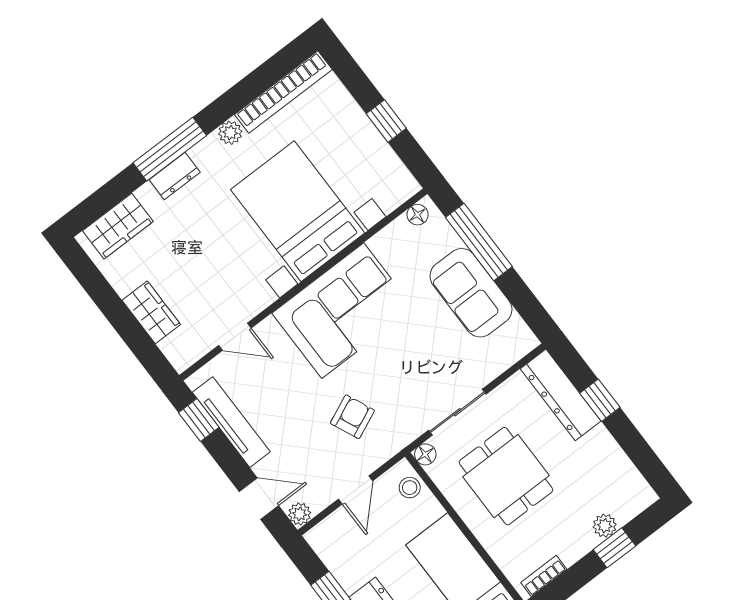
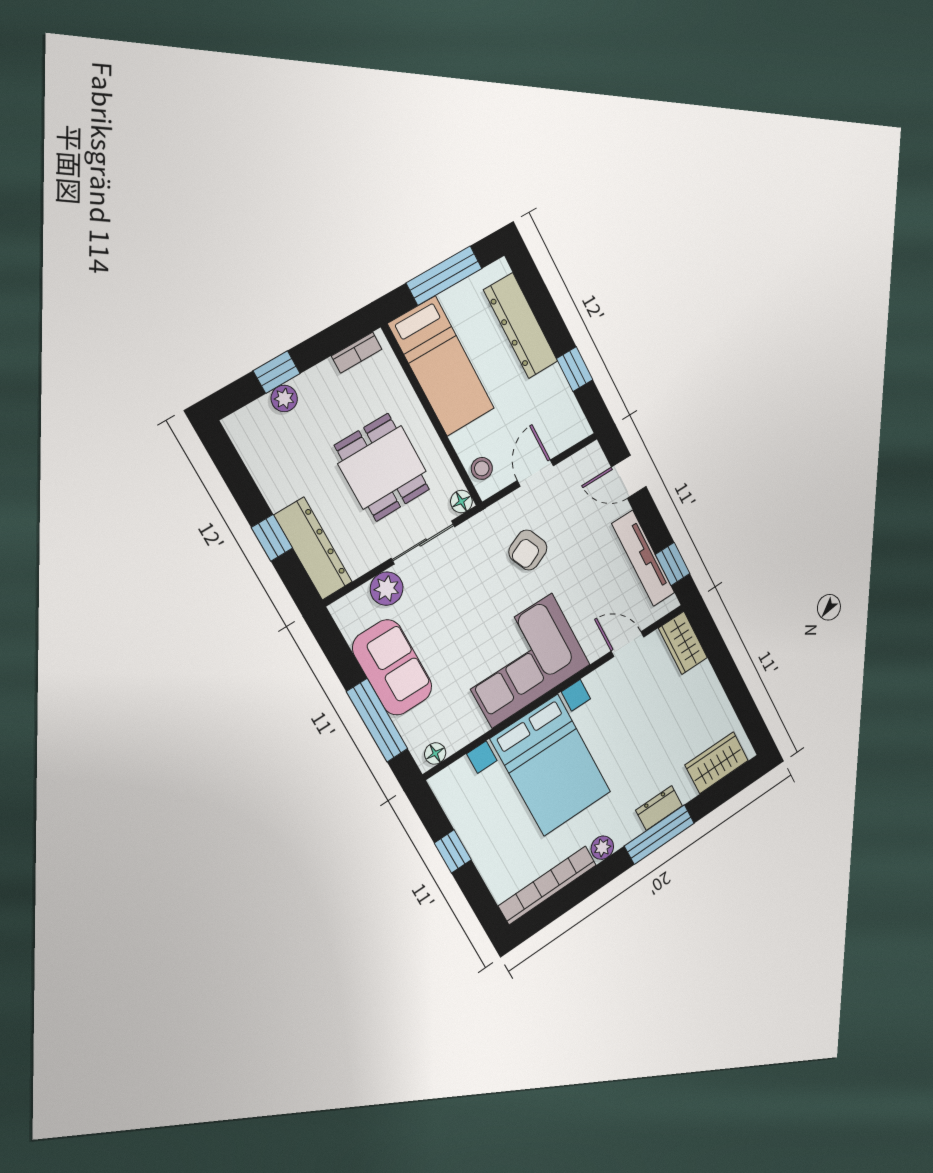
wardrobe: (151, 312) -> (683, 643), moved
plant: (300, 514) -> (387, 589), moved, width x1.38, depth x1.38

